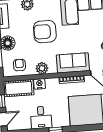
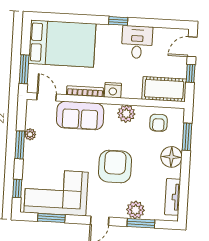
armchair: (45, 32) -> (115, 167), turned -90
nightstand: (39, 84) -> (113, 90), moved

